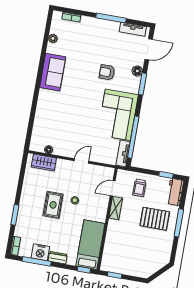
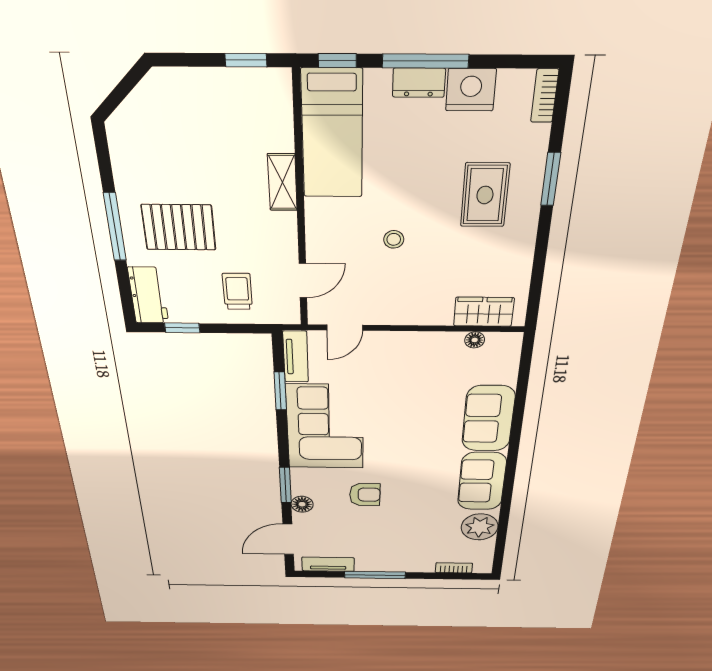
plant: (53, 38) -> (480, 527), width x1.88, depth x1.88
sofa: (47, 108) -> (488, 419), added
window: (133, 137) -> (280, 391), width x0.47
door: (82, 161) -> (345, 328), moved
rug: (53, 205) -> (485, 195), moved
shelving: (116, 208) -> (282, 182), moved
window: (37, 261) -> (425, 61), moved

